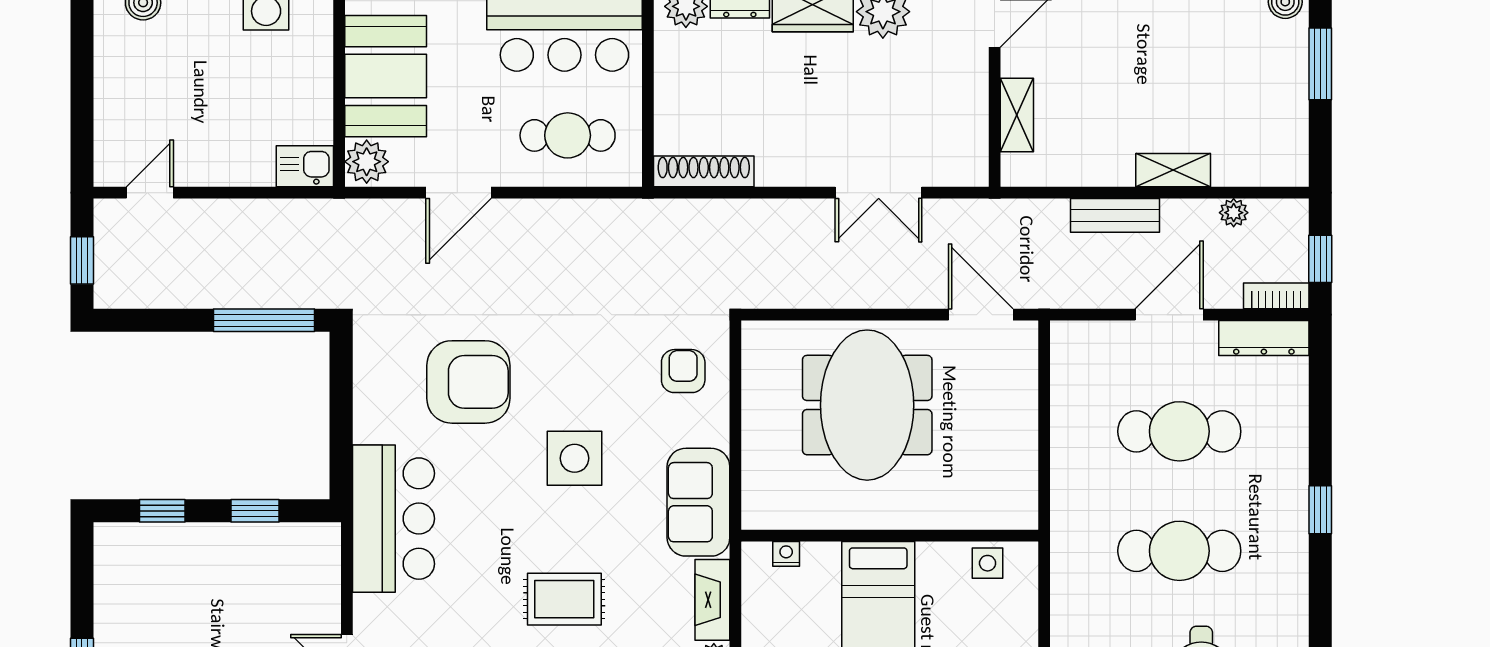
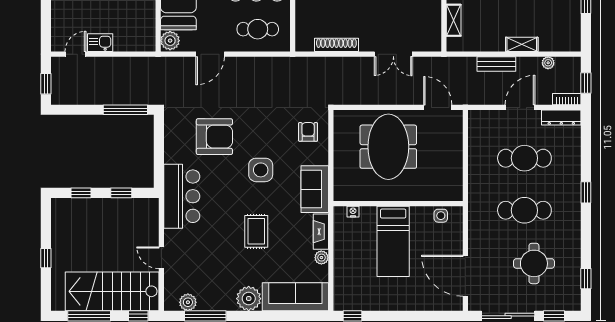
kitchen sink: (305, 166) -> (100, 43), moved
shoe rack: (704, 171) -> (336, 45), moved
rug: (564, 599) -> (256, 231), turned 90

